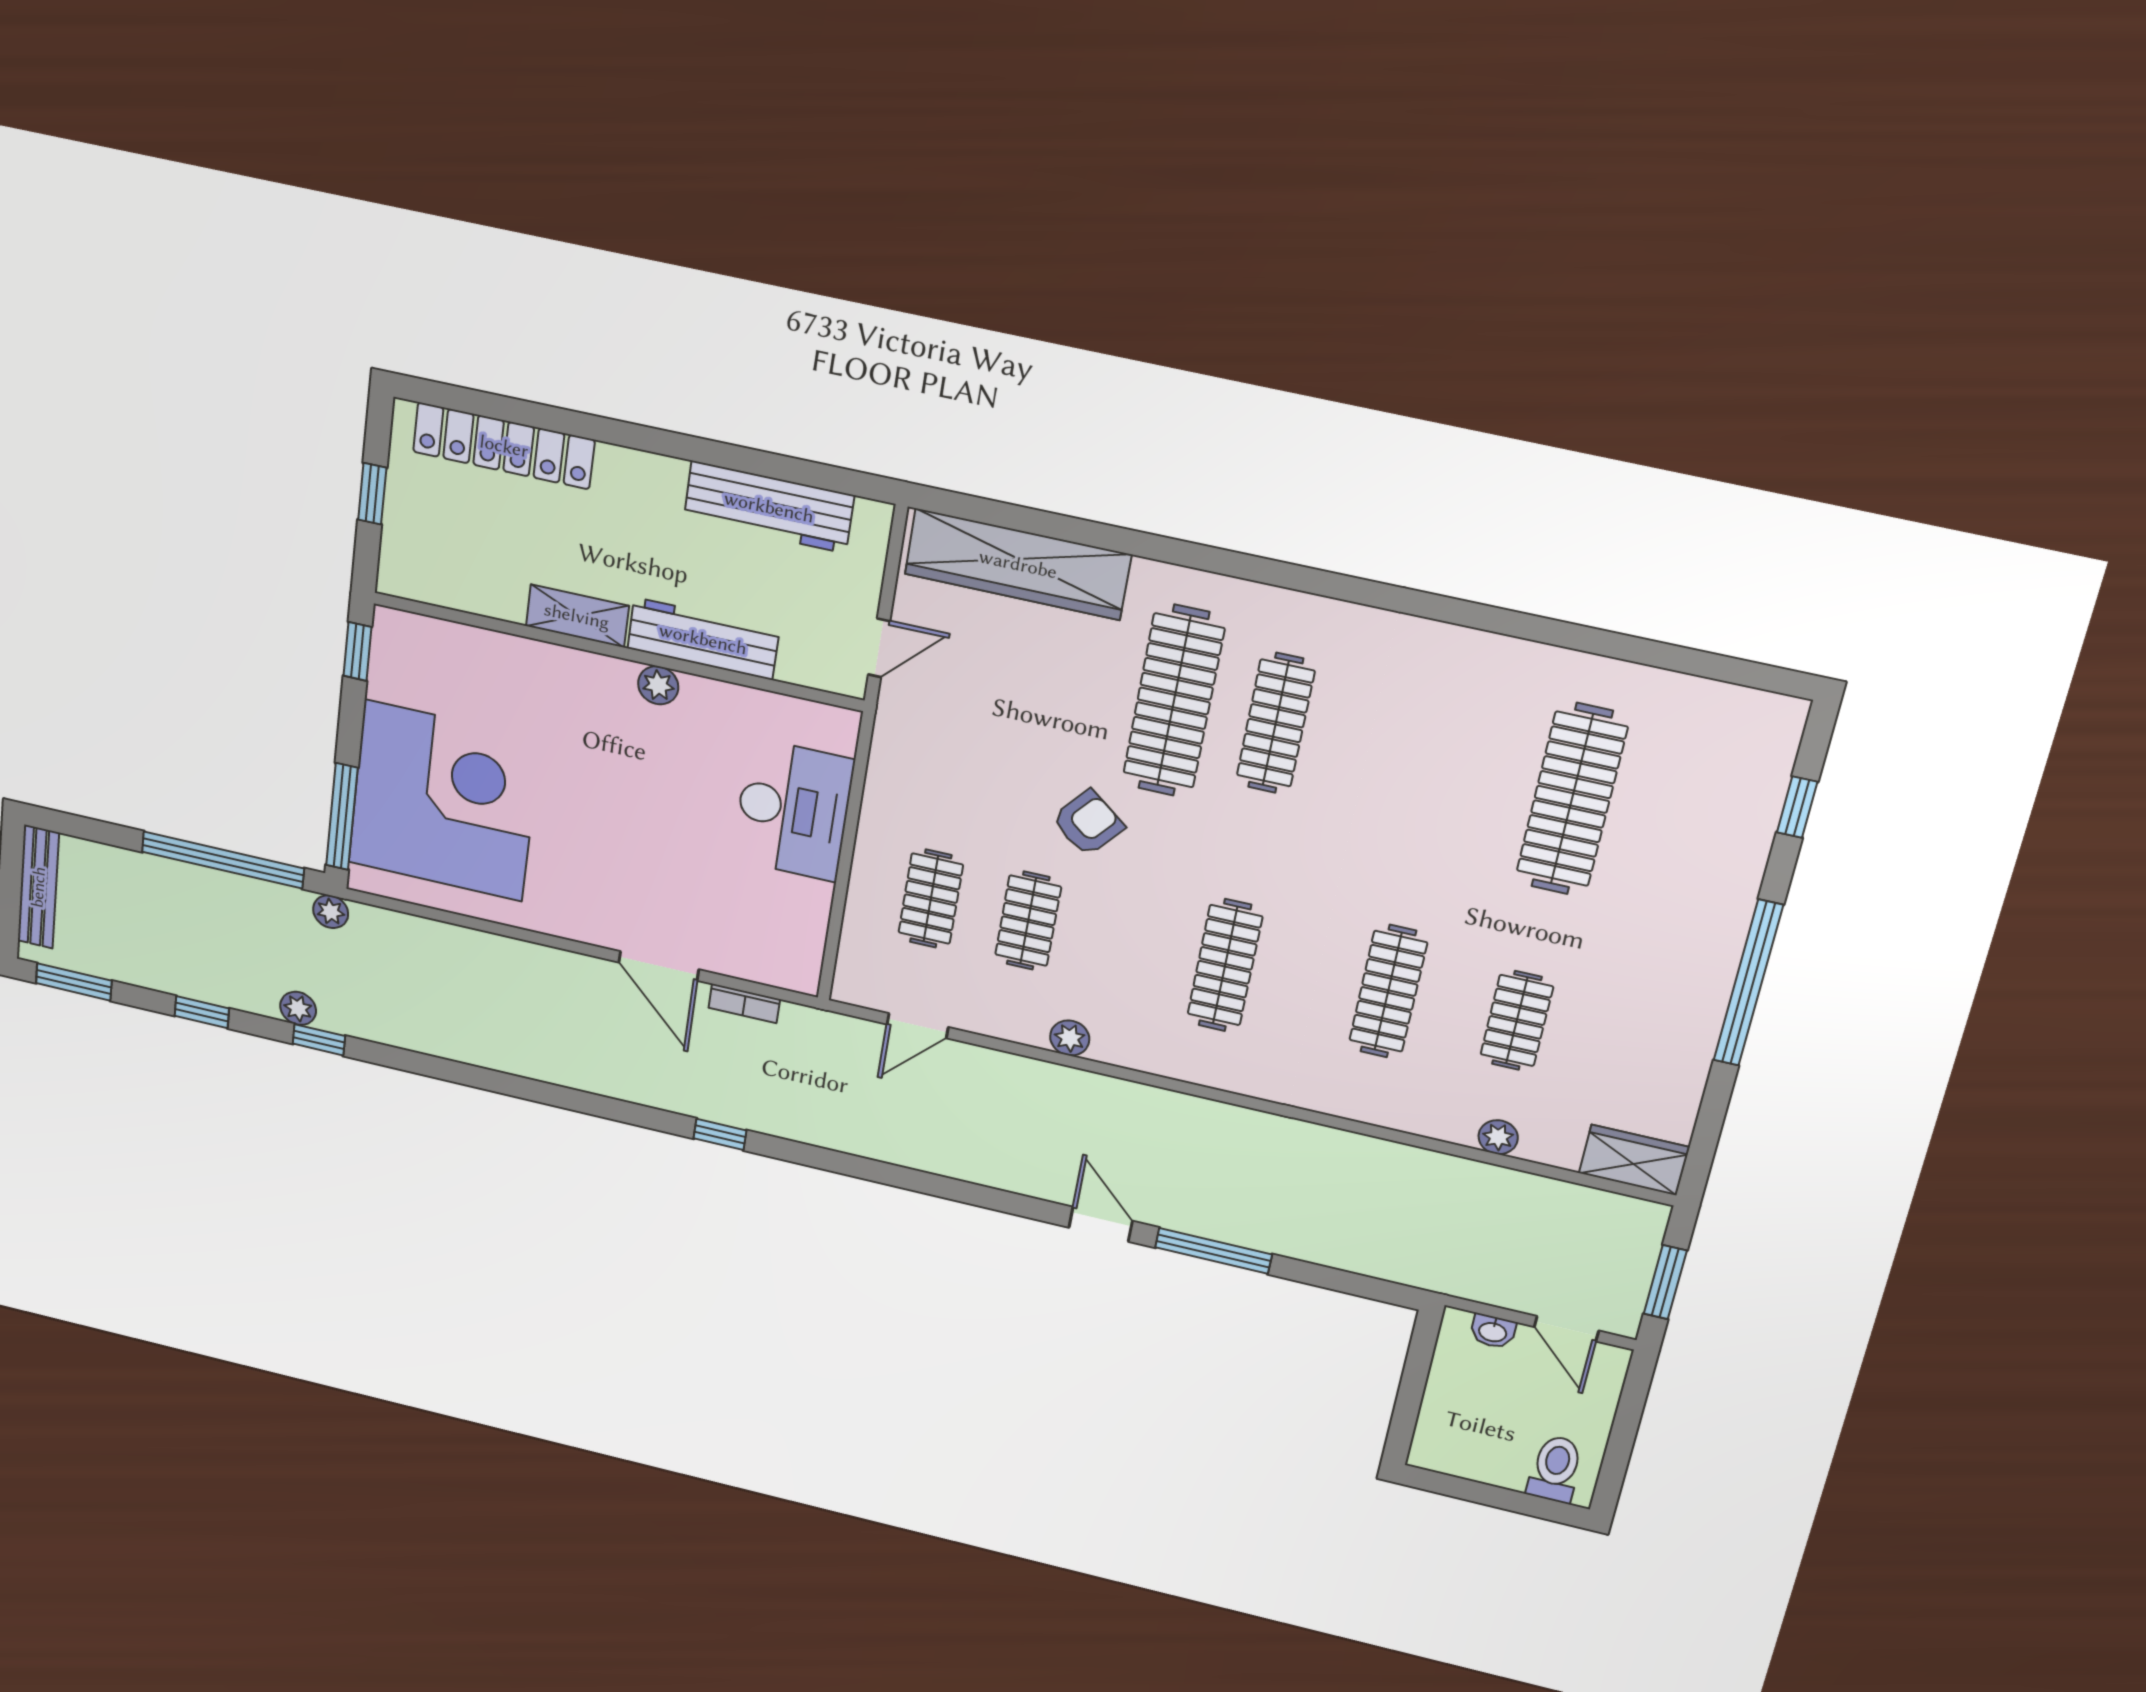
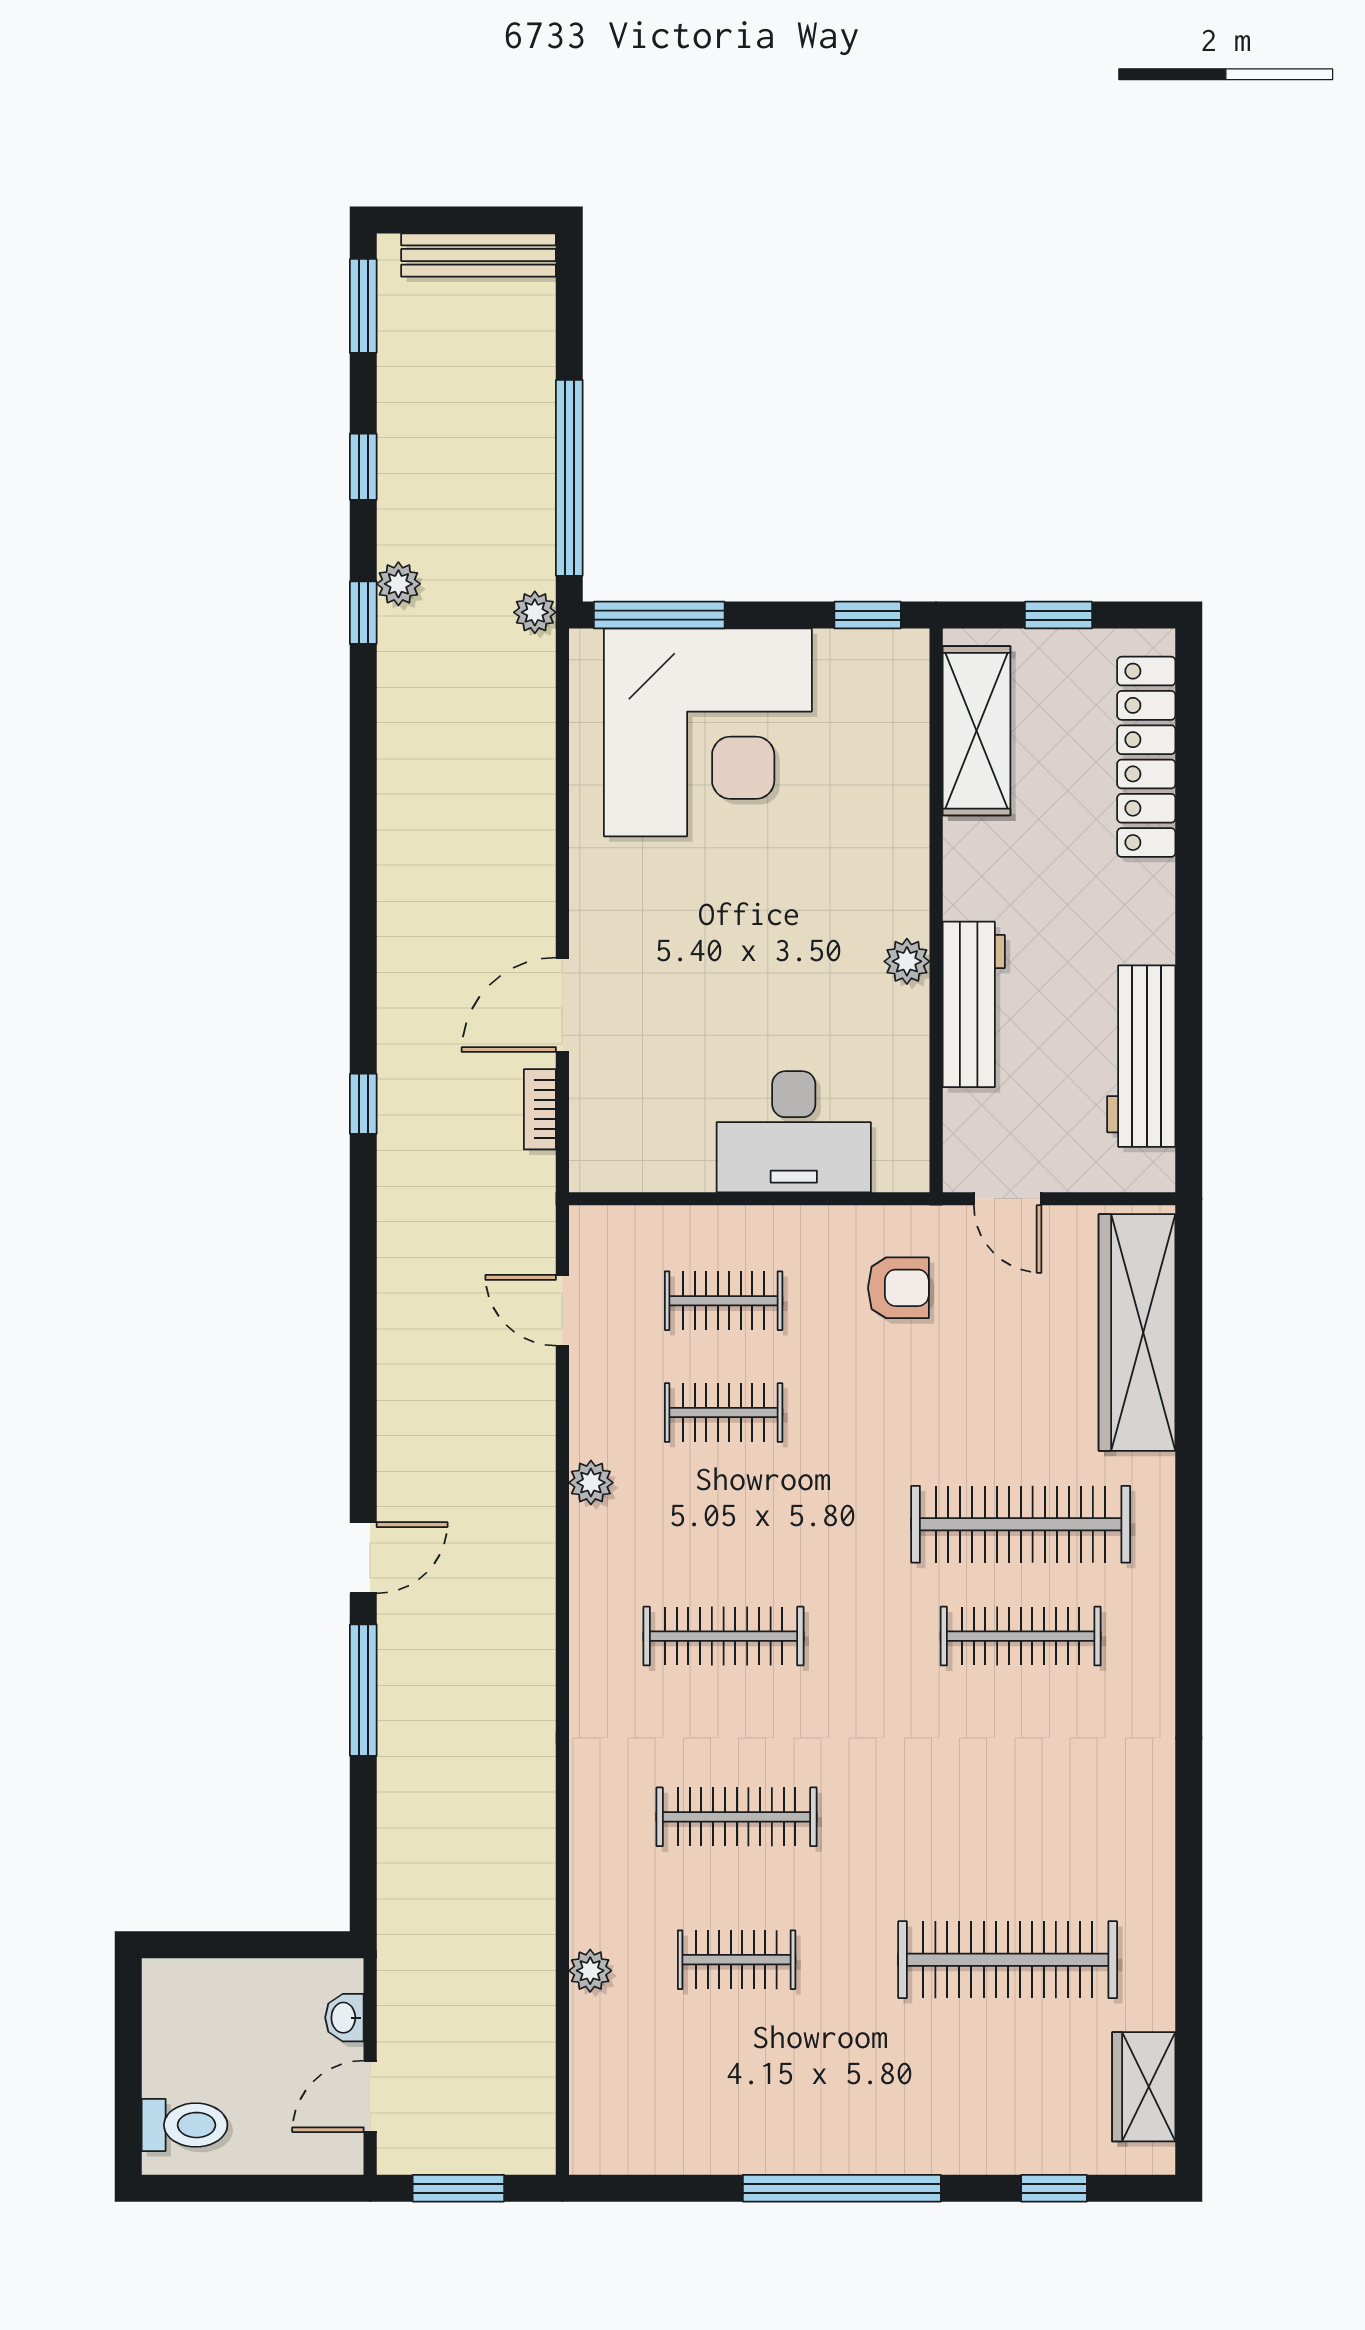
shelving: (577, 616) -> (976, 731), moved, width x1.50, depth x1.33
armchair: (1088, 823) -> (898, 1288), moved, turned -39
wardrobe: (1634, 1160) -> (1144, 2087), moved, turned 180

